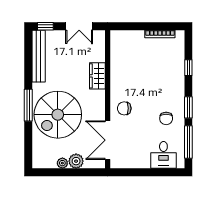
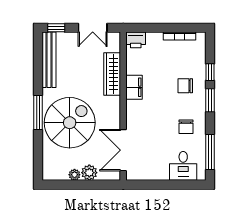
printer: (119, 38) -> (136, 40), added
wardrobe: (97, 76) -> (112, 74), width x1.50
filing cabinet: (118, 82) -> (134, 87), added
window: (188, 107) -> (210, 100), moved
chair: (124, 108) -> (185, 86), moved
spiral stairs: (58, 115) -> (70, 123), turned 180

